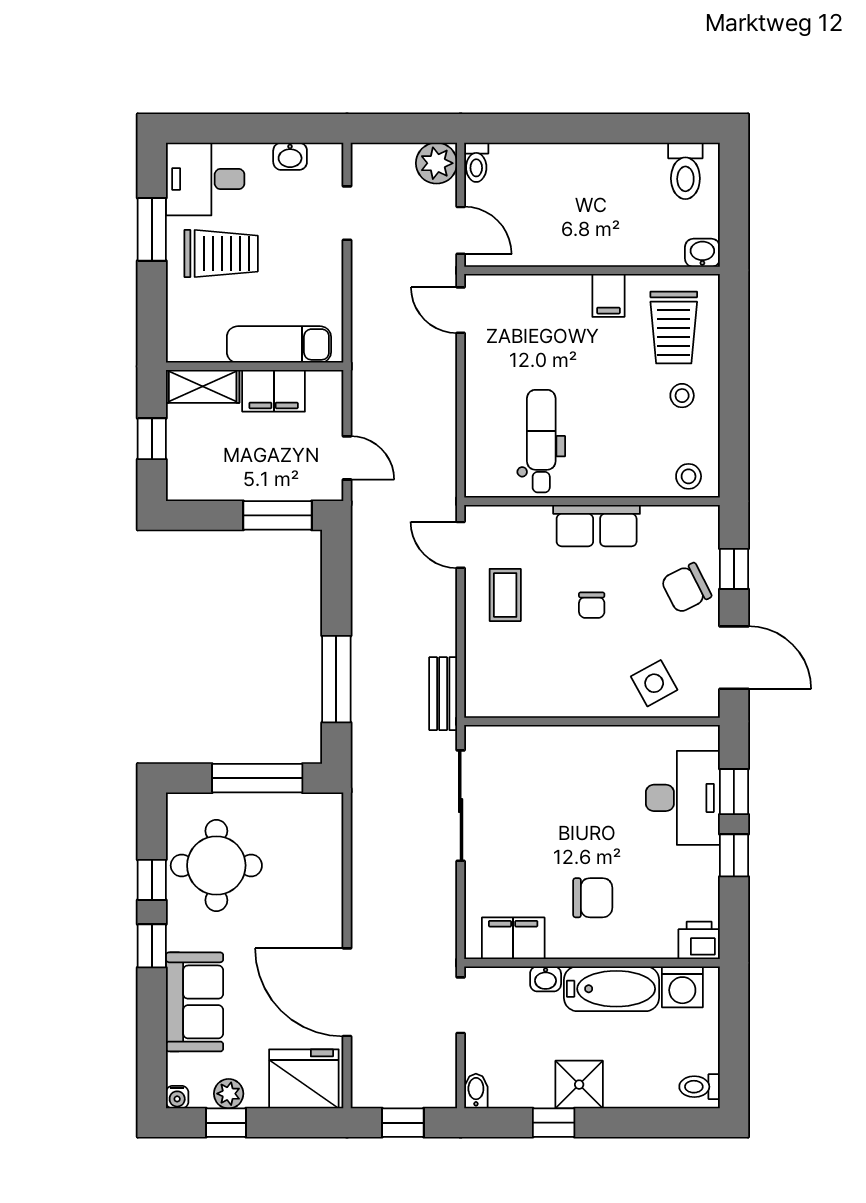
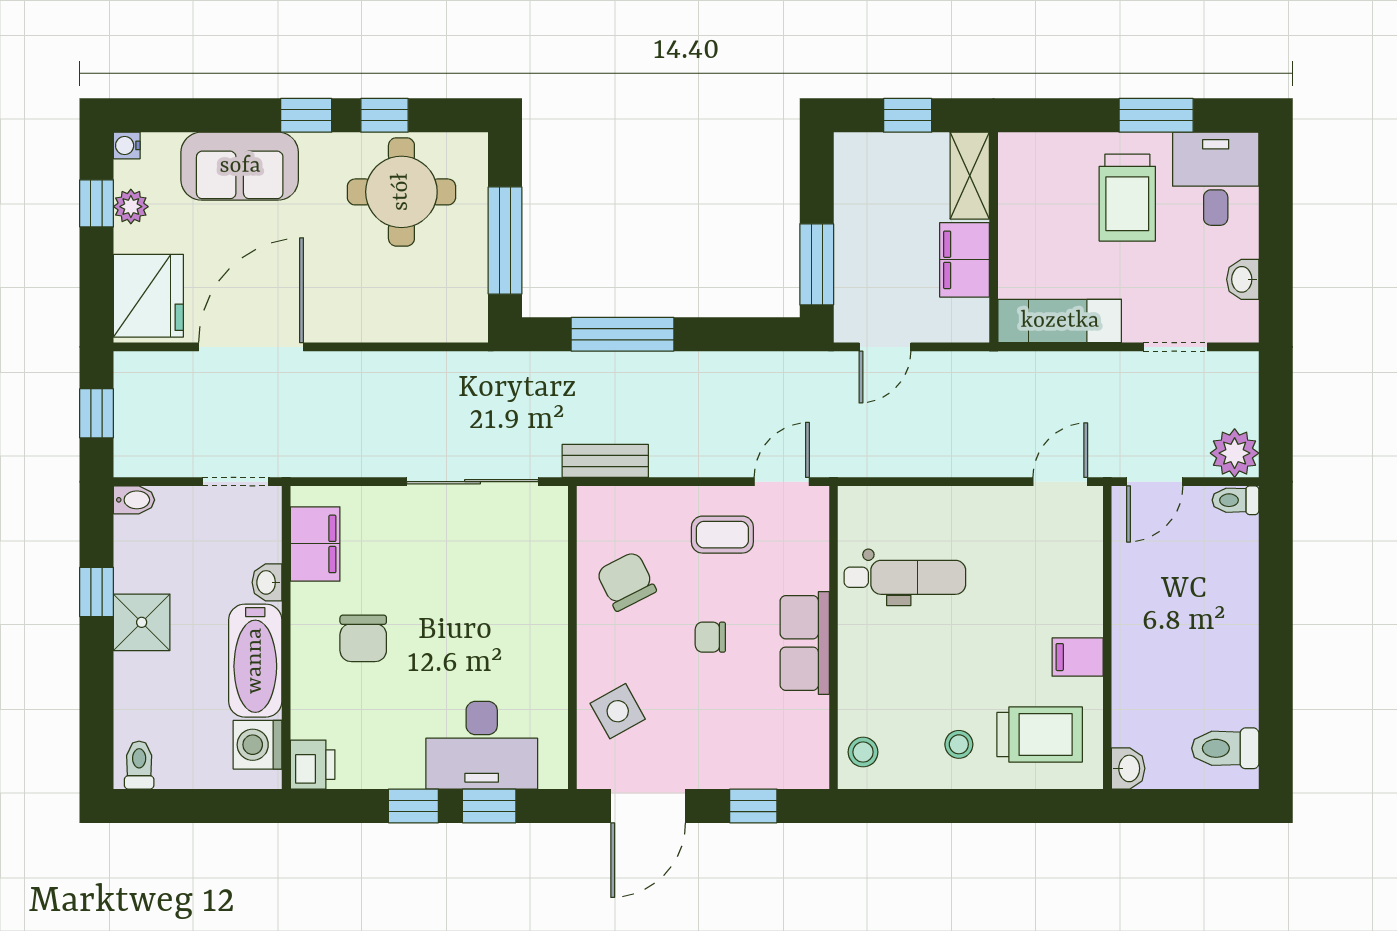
trolley: (674, 328) -> (1040, 734), turned 180
exam couch: (279, 344) -> (1060, 321), moved, turned -90
chair: (686, 588) -> (626, 581), moved

